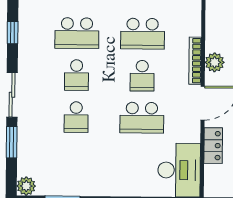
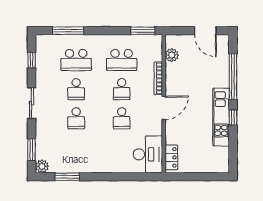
plant: (215, 62) -> (172, 55), moved
school desk: (142, 118) -> (122, 118), width x0.54
window: (12, 142) -> (32, 150), moved
locker: (213, 146) -> (171, 157), moved

